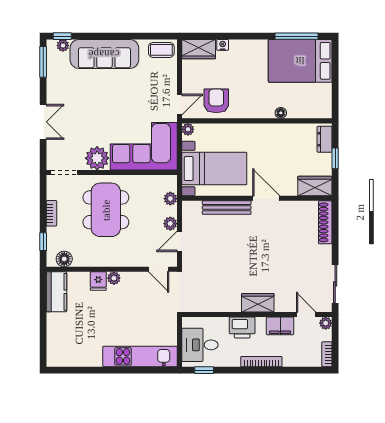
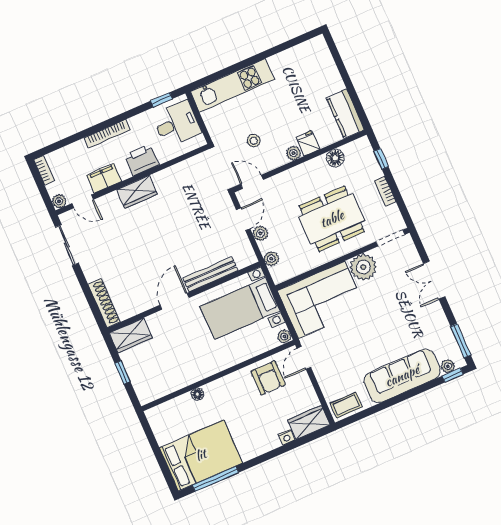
dresser: (325, 139) -> (142, 387), removed
door: (266, 198) -> (174, 301), swing flipped
dining table: (106, 210) -> (332, 219), turned 90
floor lamp: (64, 259) -> (335, 158), moved
stool: (142, 303) -> (254, 141), added

